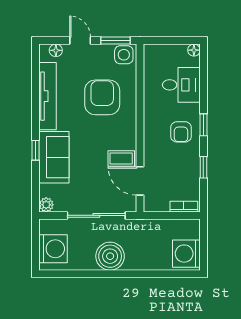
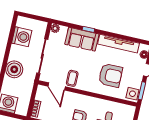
door: (140, 181) -> (57, 86), swing flipped
washing machine: (53, 249) -> (22, 37), moved, turned -90
boiler: (110, 256) -> (14, 69), moved

